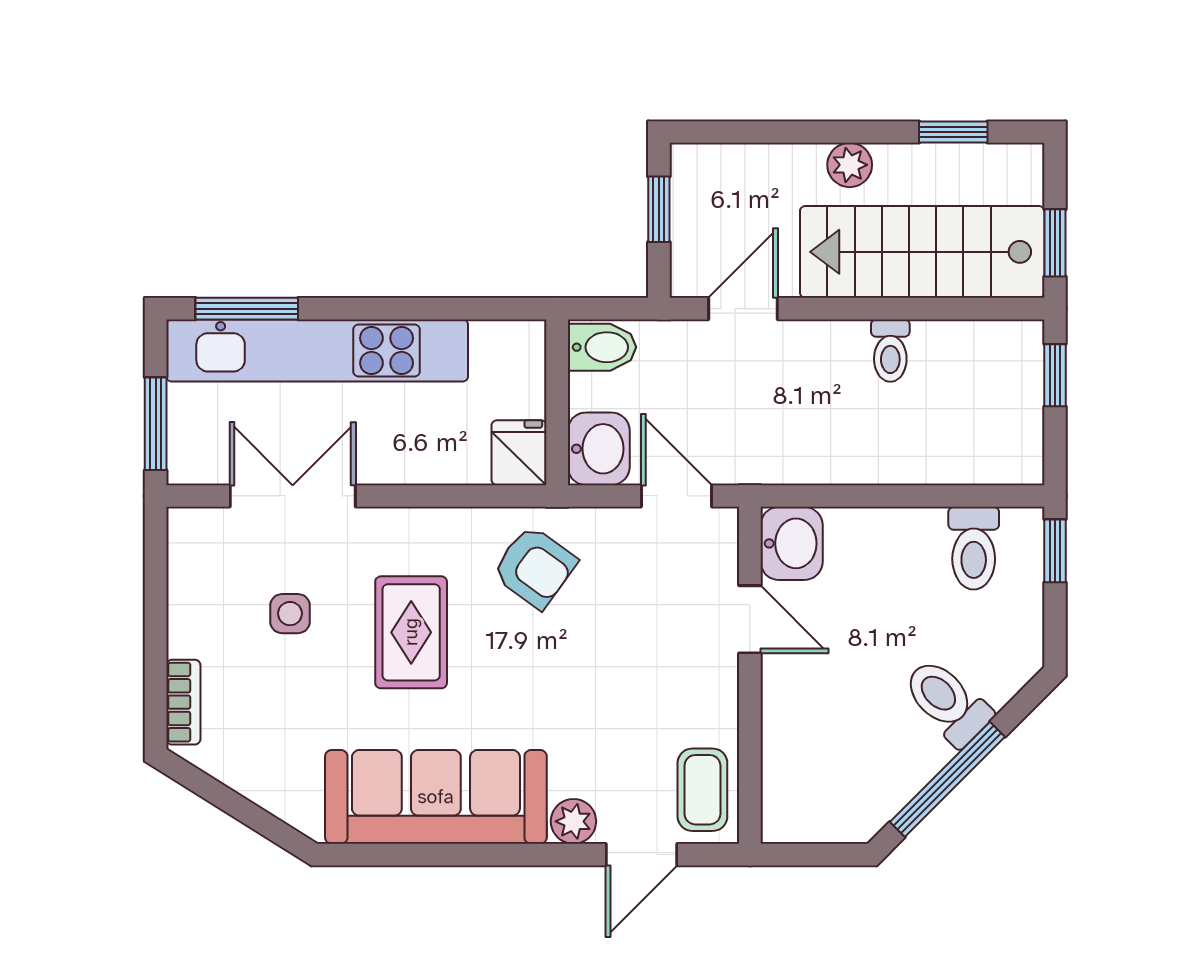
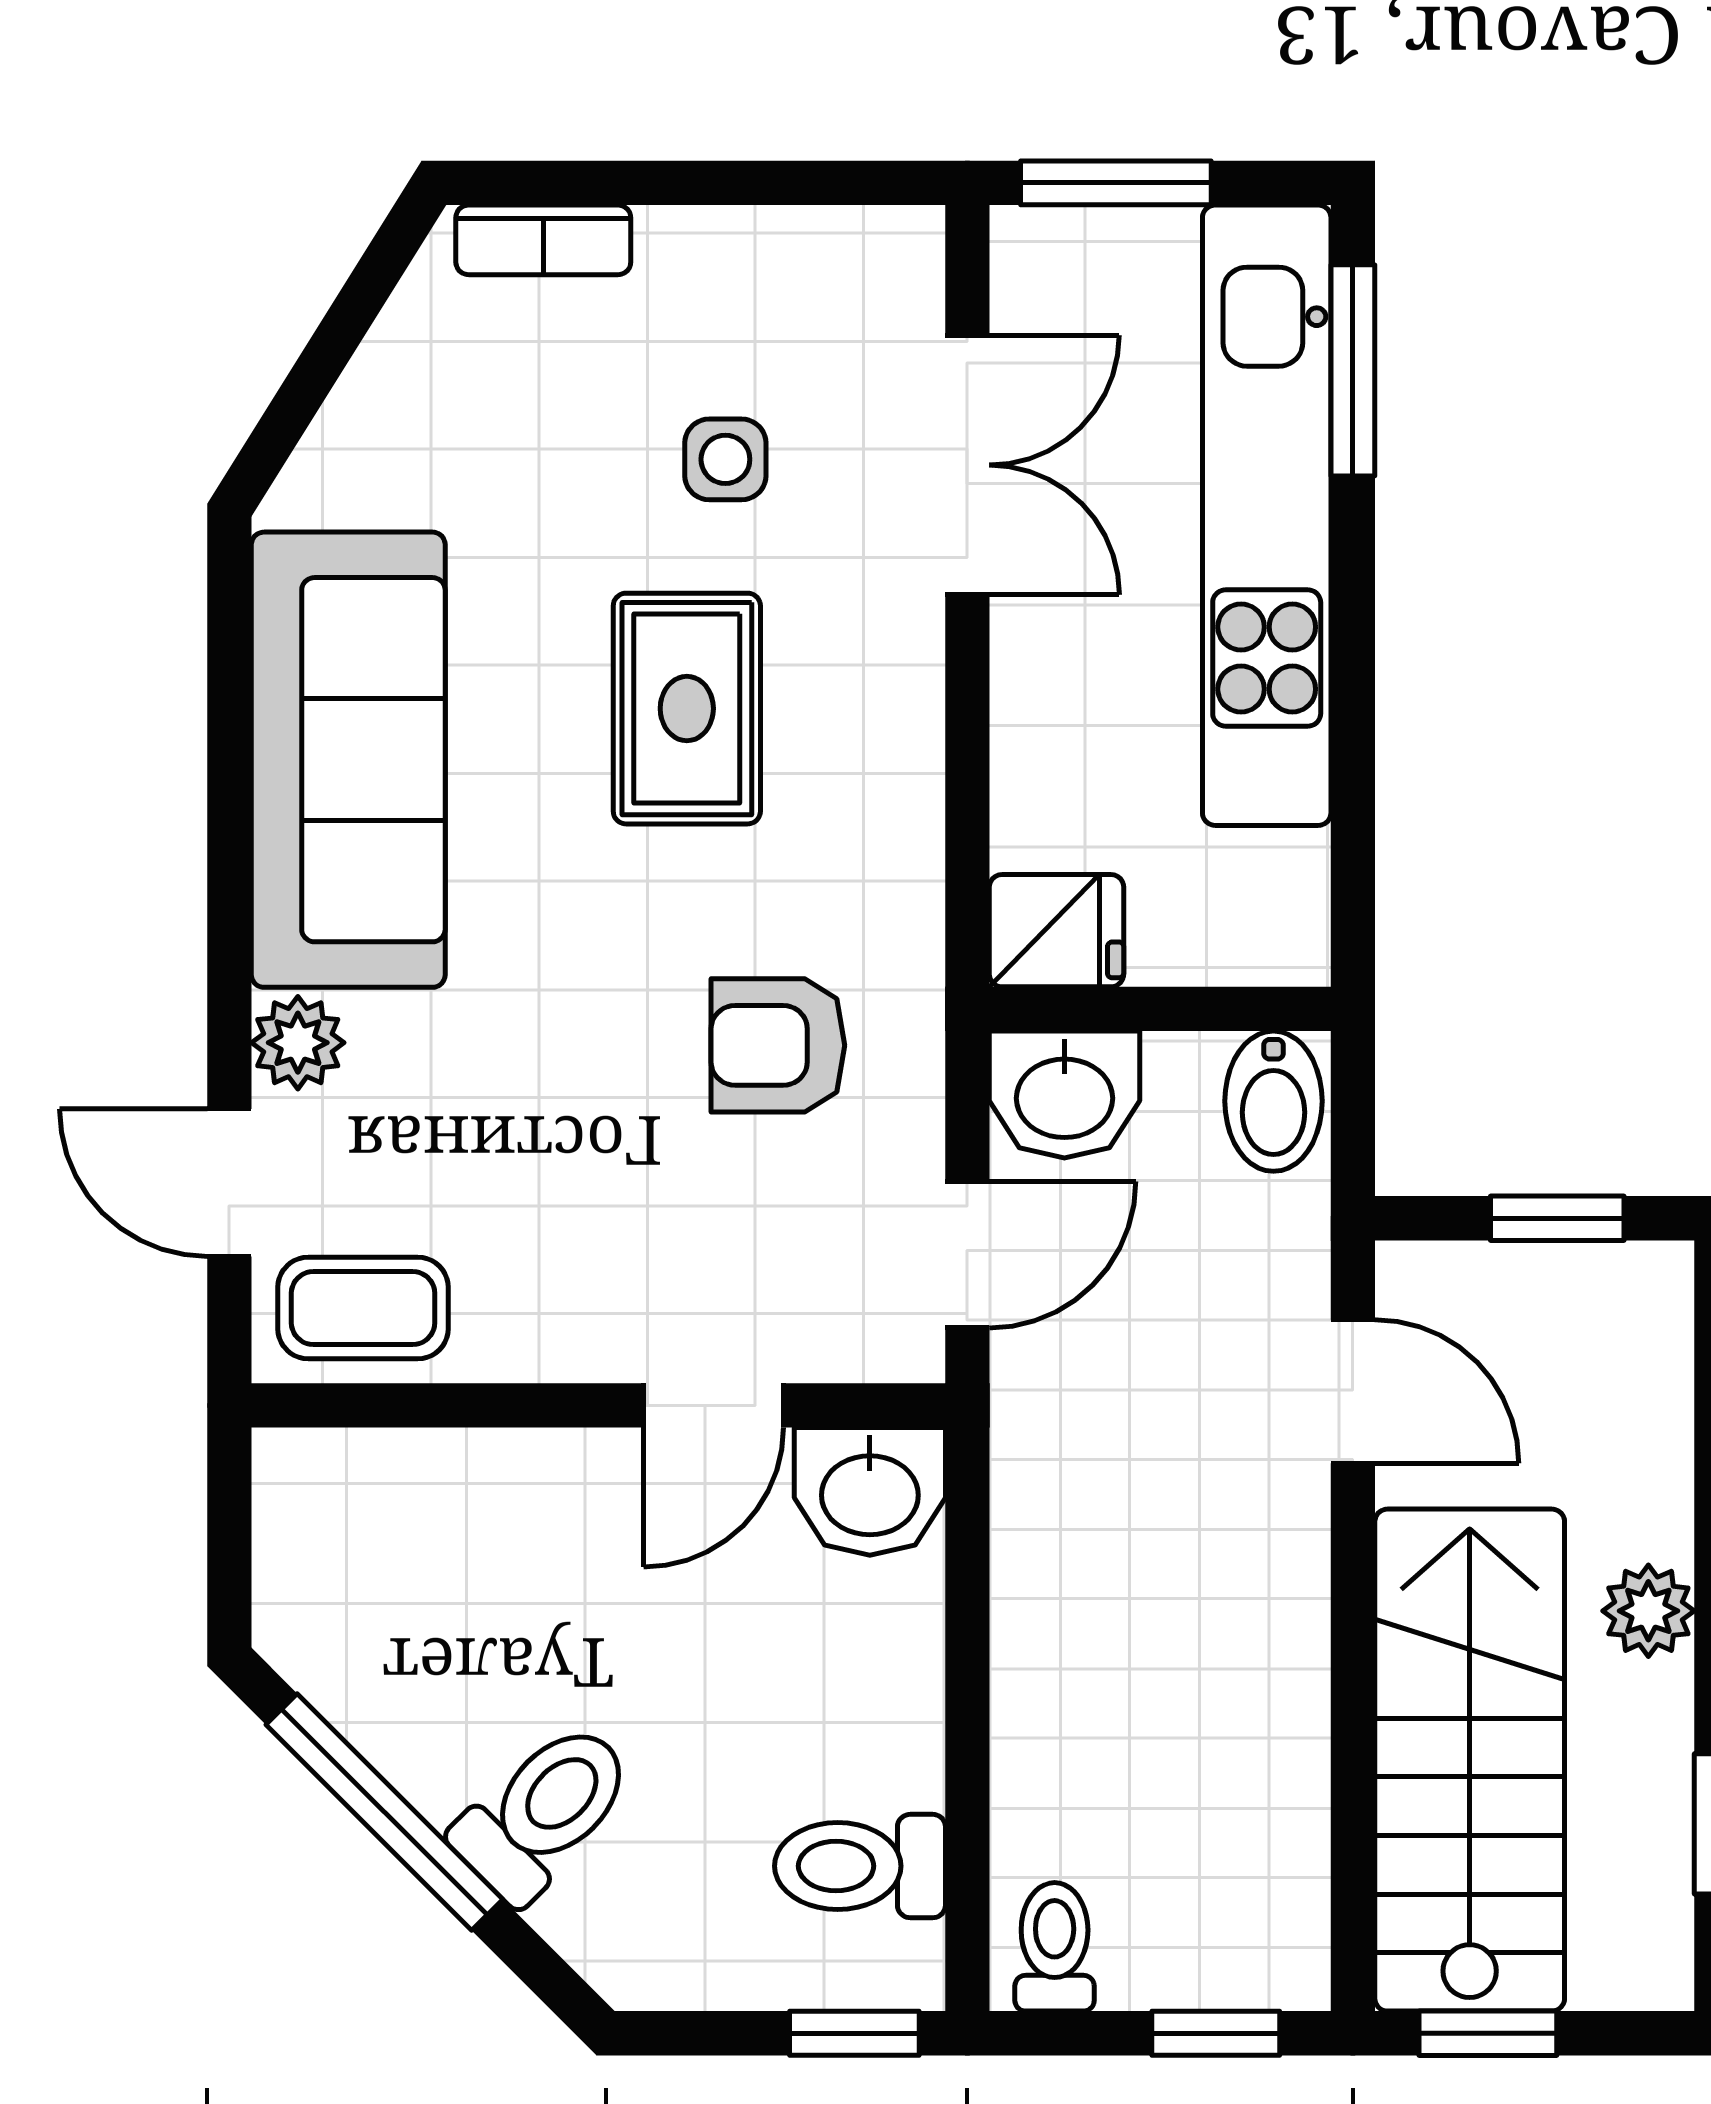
toilet: (890, 351) -> (1055, 1947), moved, turned 90
armchair: (535, 567) -> (778, 1045), moved, turned 54
rug: (411, 632) -> (687, 709), turned 90

